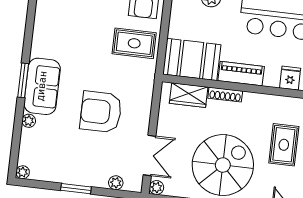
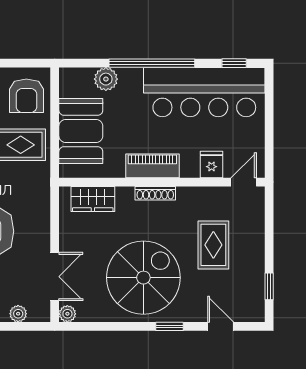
booth: (192, 59) -> (81, 131), moved, turned 90
shoe rack: (225, 95) -> (155, 193), moved

